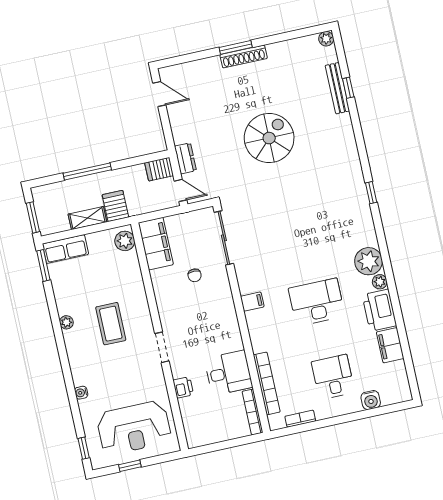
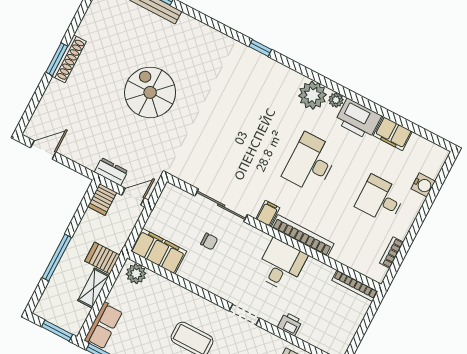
sliding door: (224, 238) -> (221, 205), moved
desk: (228, 373) -> (281, 265), moved
bookcase: (267, 383) -> (303, 235), moved

